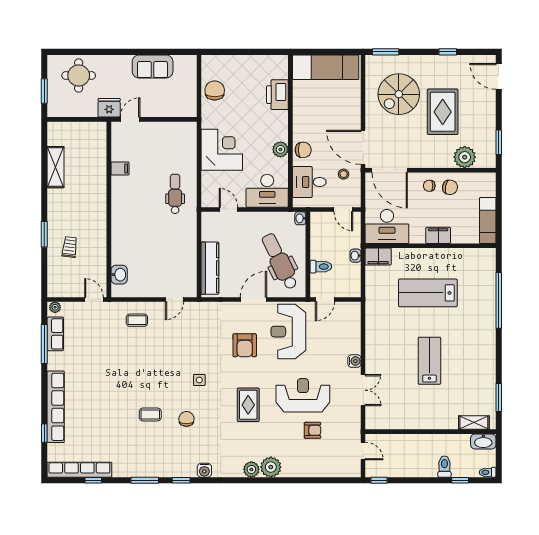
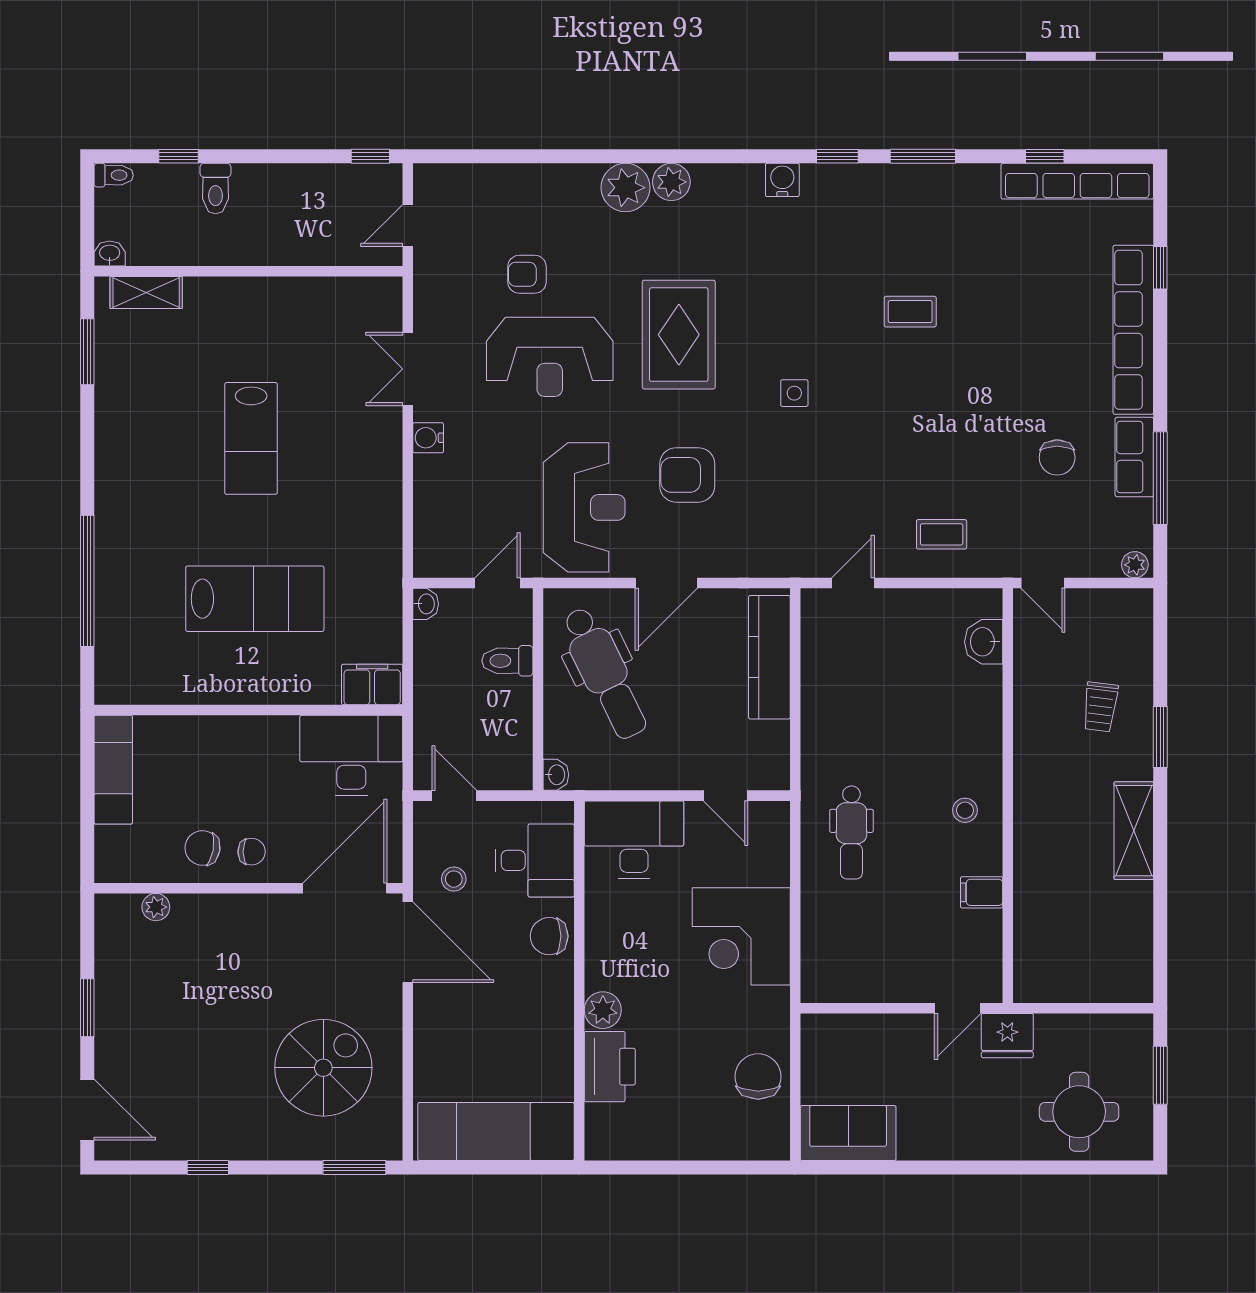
sofa: (153, 67) -> (848, 1133), moved
chair: (215, 90) -> (758, 1076), turned 180
rug: (443, 112) -> (220, 1026), removed
window: (499, 142) -> (87, 1008), moved
plant: (280, 149) -> (603, 1010), moved
plant: (465, 157) -> (156, 907), width x0.53, depth x0.53
shelving: (55, 167) -> (1134, 831), moved
door: (390, 170) -> (345, 888), hinge flipped
stool: (127, 203) -> (965, 810), added
filing cabinet: (438, 235) -> (231, 734), removed
washbasin: (355, 256) -> (426, 604), moved
row of seats: (55, 334) -> (1134, 457), moved
armchair: (245, 345) -> (687, 475), turned -90
rug: (248, 405) -> (679, 335), width x1.36, depth x1.43
chair: (186, 419) -> (1057, 457), moved
washbasin: (483, 442) -> (110, 253), width x0.52, depth x0.69
door: (363, 451) -> (408, 225), hinge flipped

